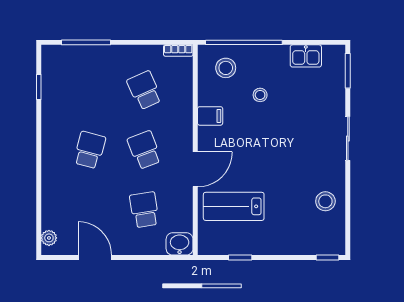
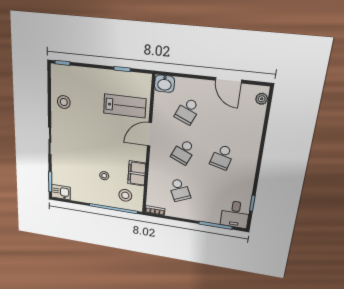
kitchen sink: (306, 56) -> (61, 192), moved
desk: (60, 65) -> (235, 214), added
filing cabinet: (210, 116) -> (137, 173), width x2.00
school desk: (144, 150) -> (183, 152), turned 45
school desk: (144, 210) -> (188, 111), turned 33

